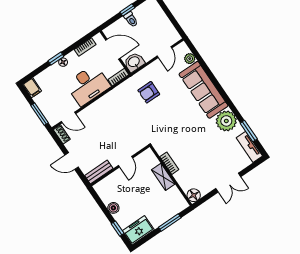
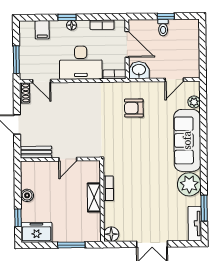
filing cabinet: (32, 88) -> (42, 30), moved

